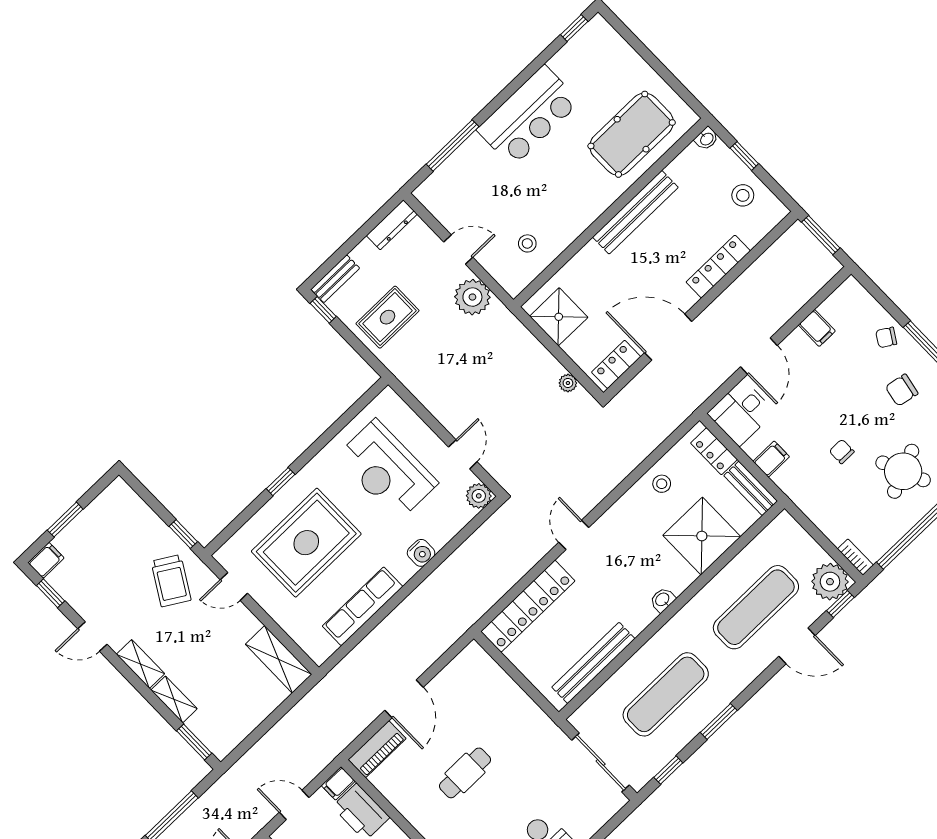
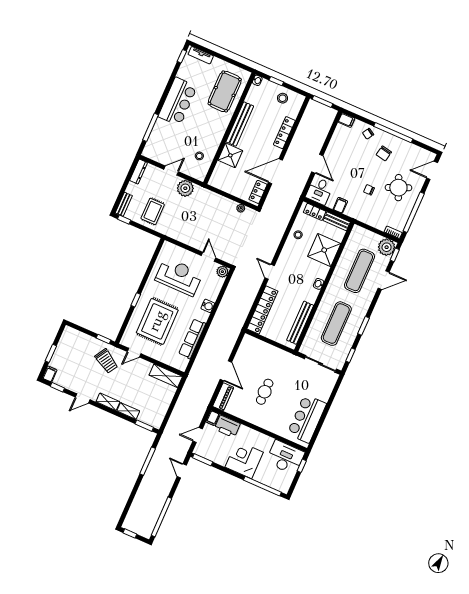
tv unit: (613, 41) -> (201, 55), added
shower: (559, 317) -> (230, 155), moved
filing cabinet: (817, 328) -> (346, 120), moved
reception desk: (387, 470) -> (179, 277), turned 180

